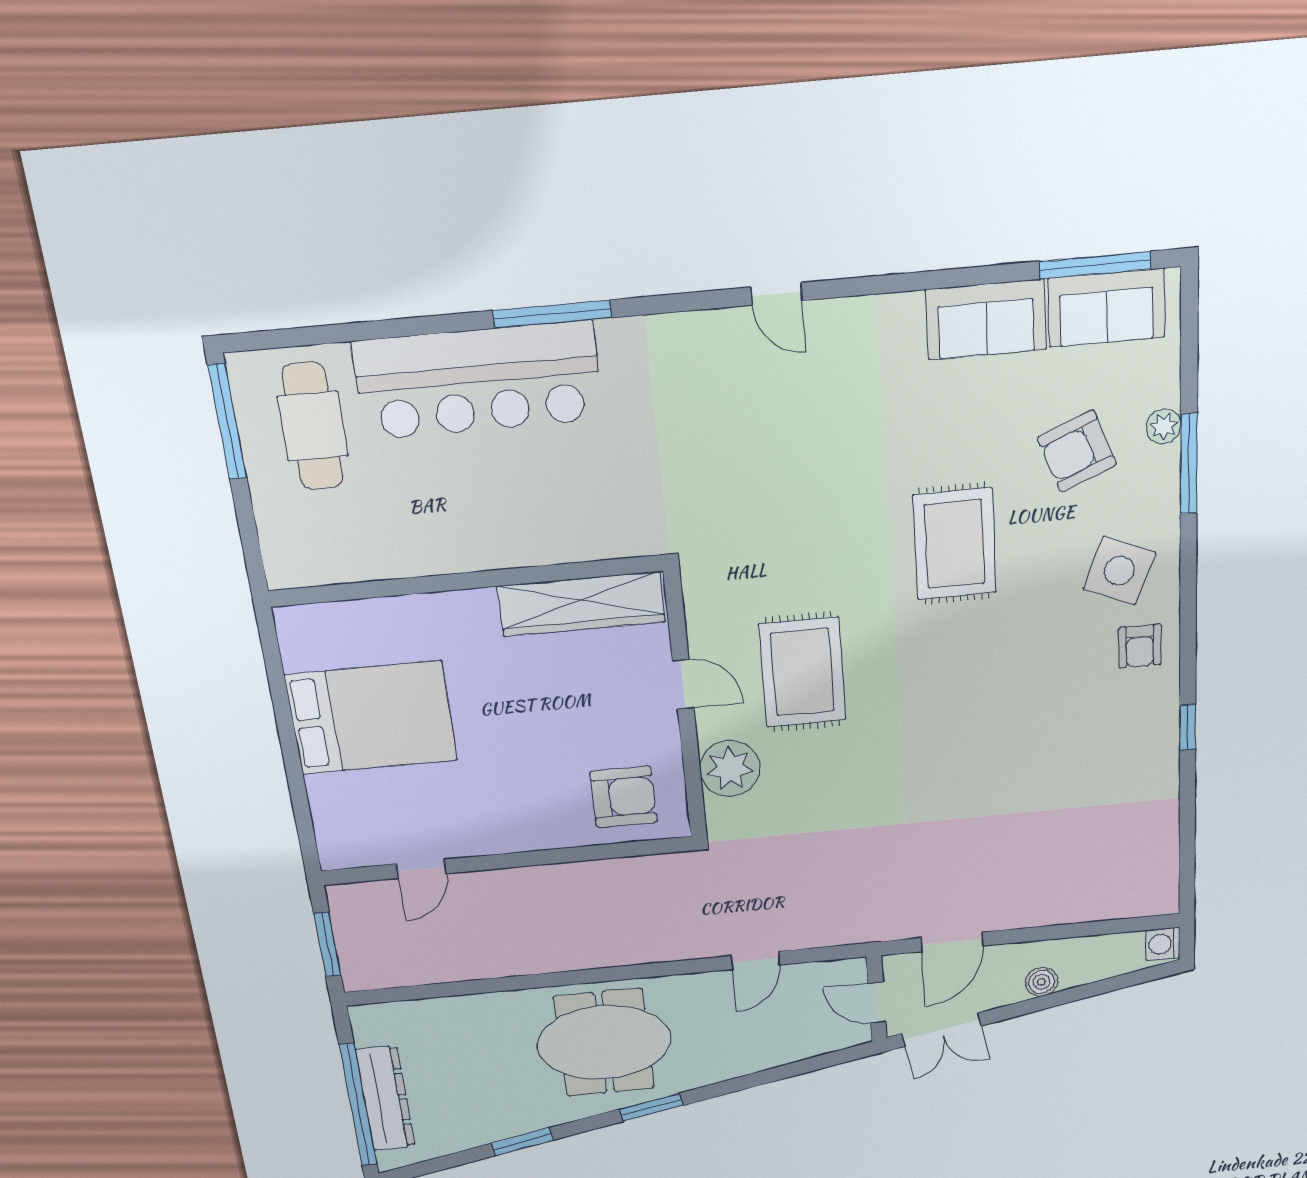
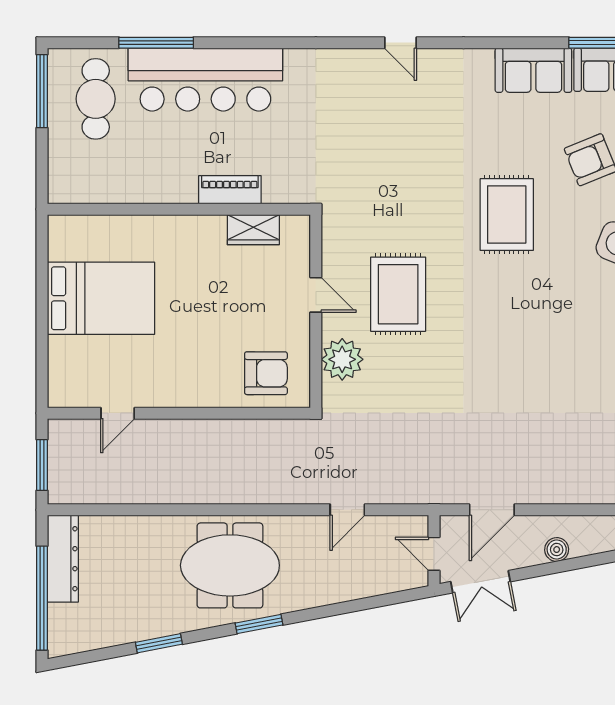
window: (552, 314) -> (156, 43), moved
piano: (539, 545) -> (230, 190), added
wardrobe: (581, 604) -> (253, 230), width x0.48, depth x0.85
dresser: (385, 1098) -> (63, 559), moved

